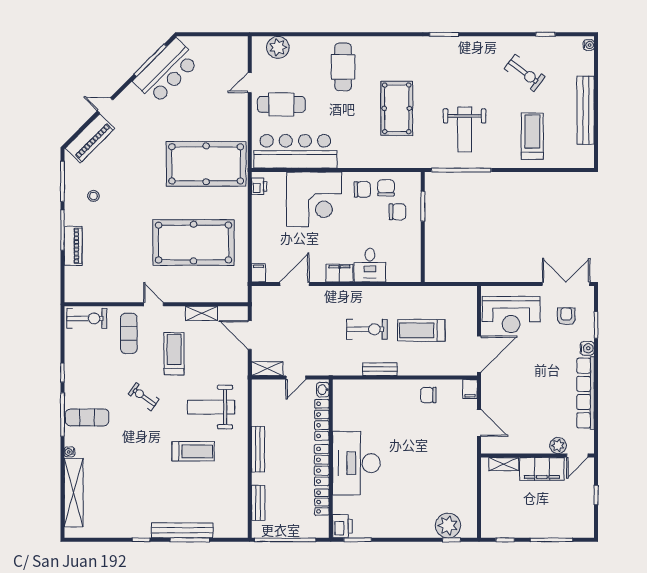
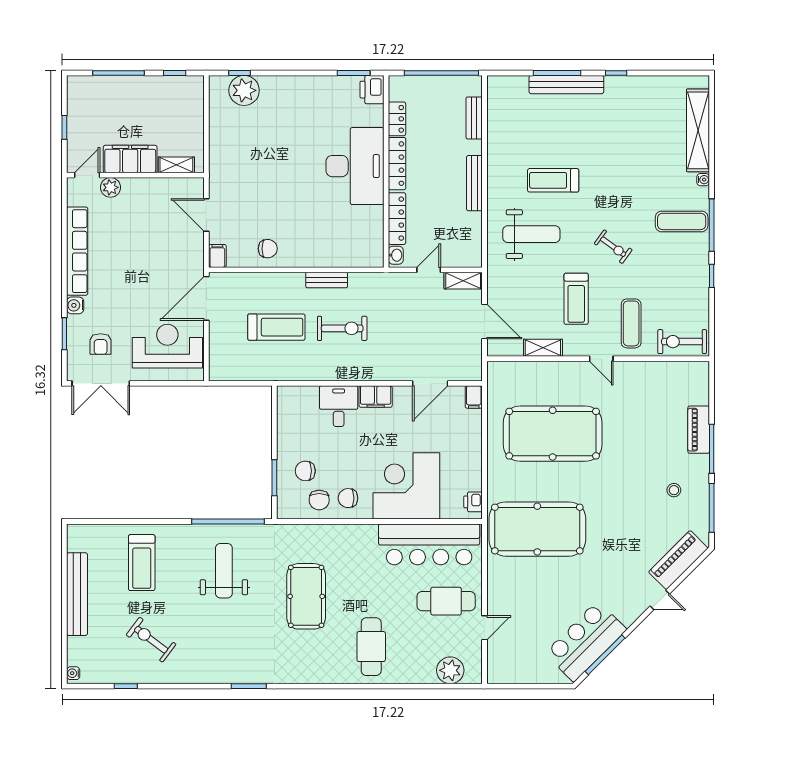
exercise bike: (367, 329) -> (342, 328), turned 180

